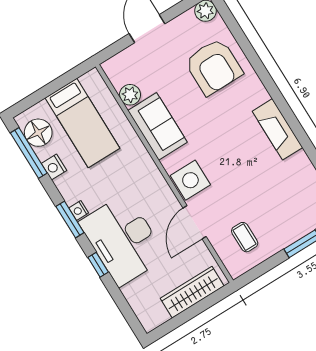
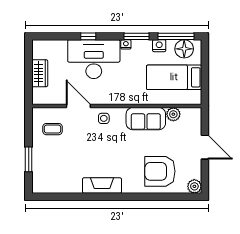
side table: (190, 180) -> (104, 118), width x0.54, depth x0.54
window: (70, 219) -> (137, 36), moved
wardrobe: (192, 292) -> (40, 73), width x0.67

